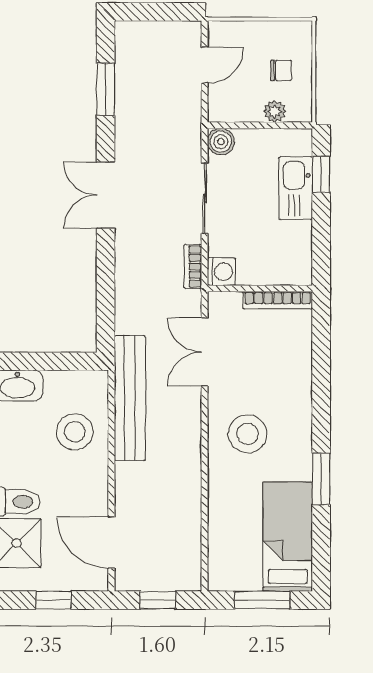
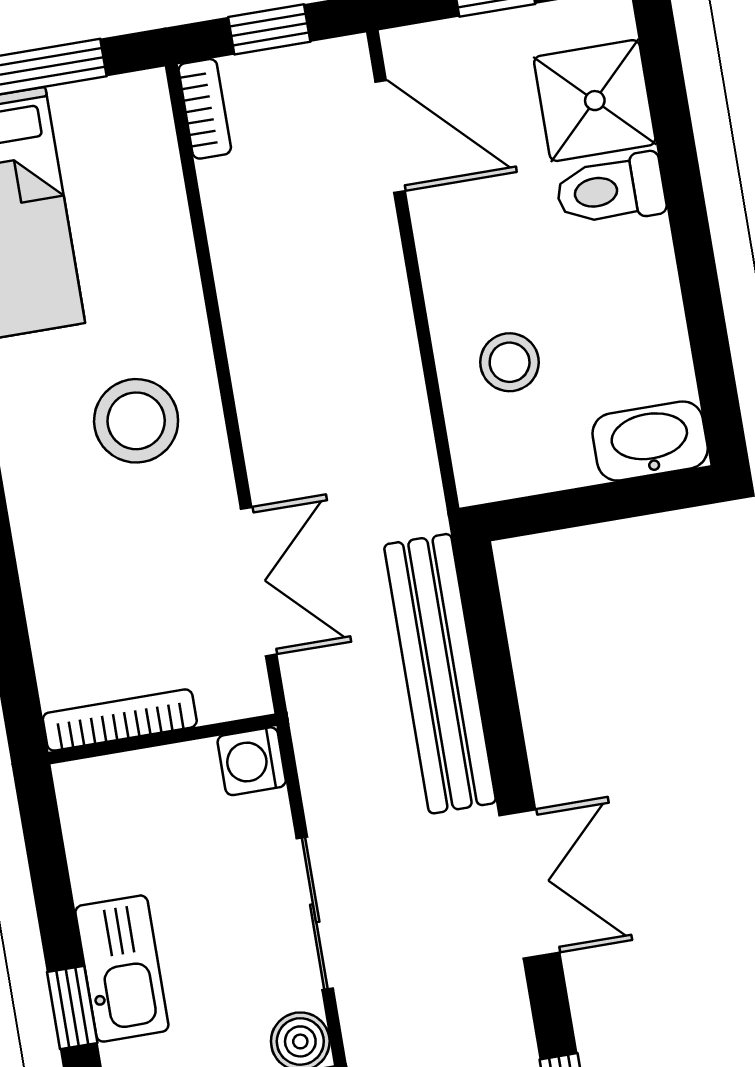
bookcase: (193, 267) -> (205, 109), moved
bench: (130, 398) -> (440, 674), moved
stool: (75, 432) -> (510, 362), width x0.73, depth x0.73

